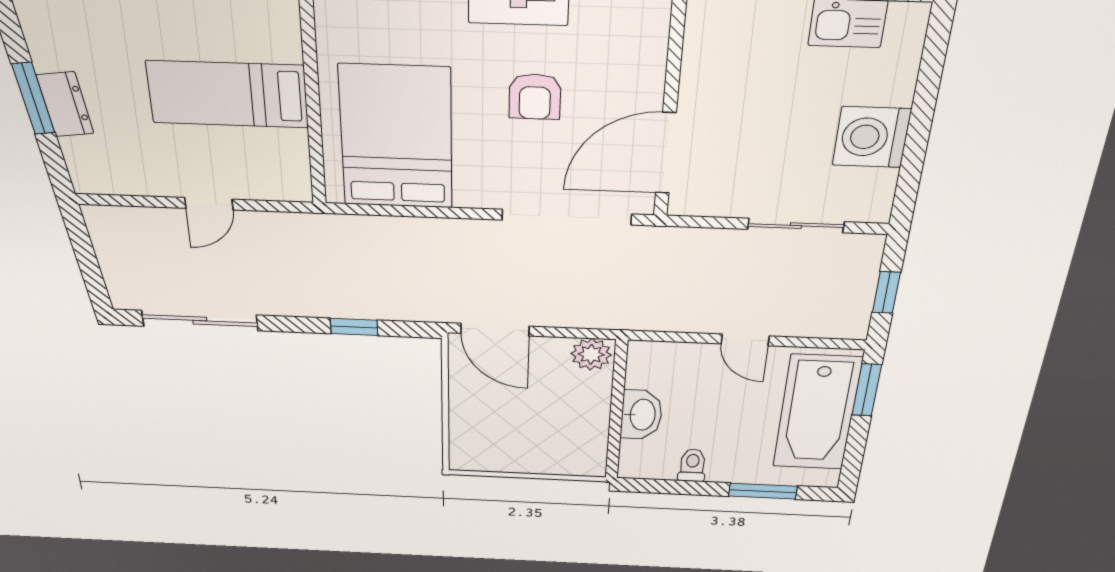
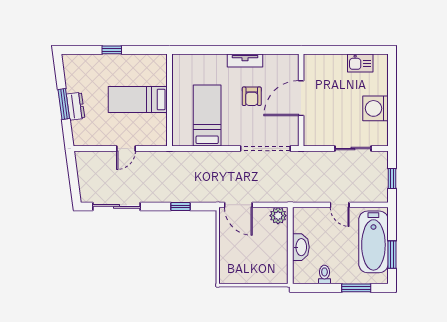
bed: (396, 137) -> (207, 116), width x0.67
door: (666, 153) -> (301, 98), moved
window: (867, 390) -> (392, 255), moved

